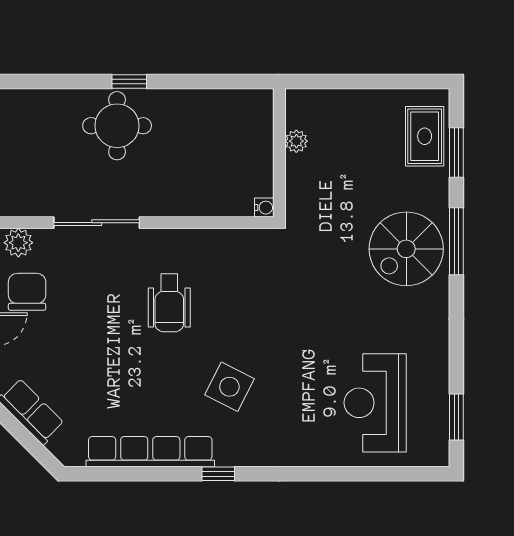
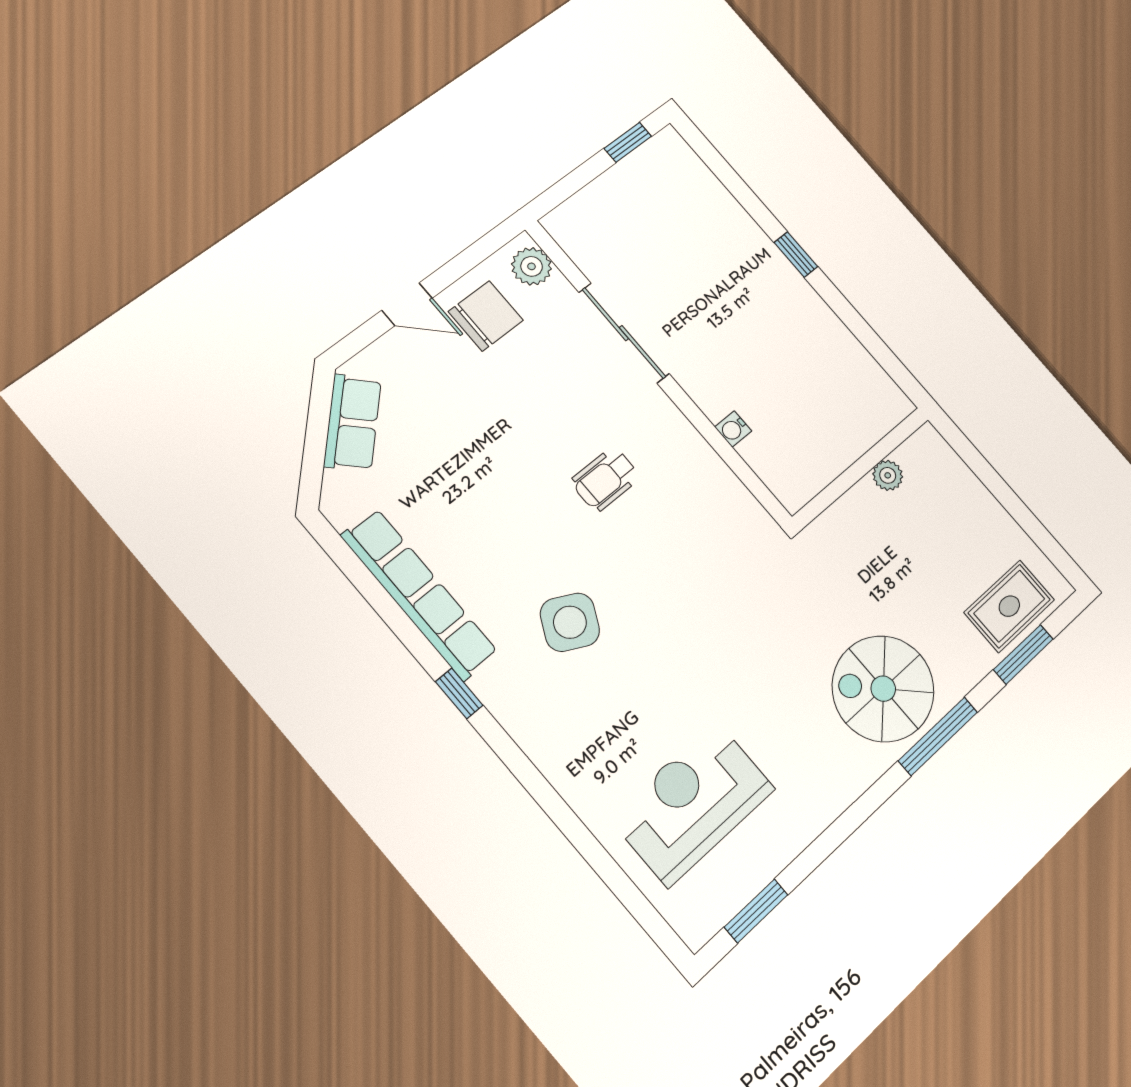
round table: (117, 126) -> (741, 276), removed
water cooler: (264, 208) -> (733, 429), moved, turned 90
wheelchair: (169, 303) -> (605, 479), width x0.73, depth x0.73

